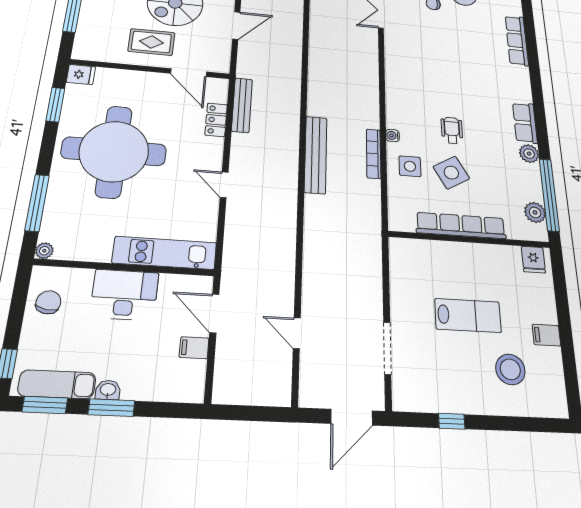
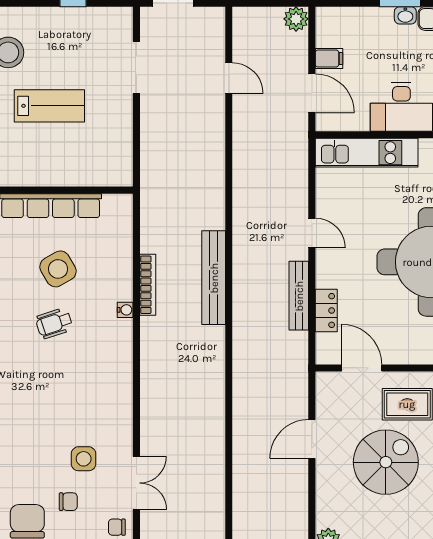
bench: (242, 105) -> (299, 296), moved
wheelchair: (452, 130) -> (54, 323), turned 72
side table: (410, 166) -> (84, 459), moved
lab bench: (468, 315) -> (49, 106), turned 180
plant: (225, 391) -> (296, 19), added

